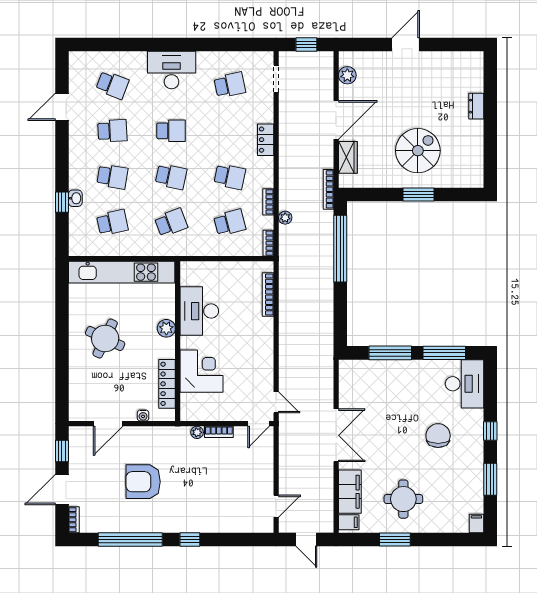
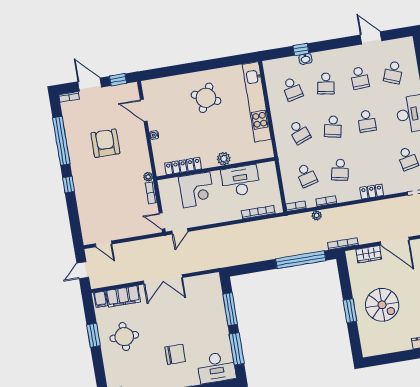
desk: (199, 311) -> (240, 181), moved
plant: (166, 328) -> (224, 159), moved
wall: (178, 341) -> (216, 169), moved
corner desk: (202, 371) -> (197, 190), moved
locker: (167, 384) -> (183, 166), moved

